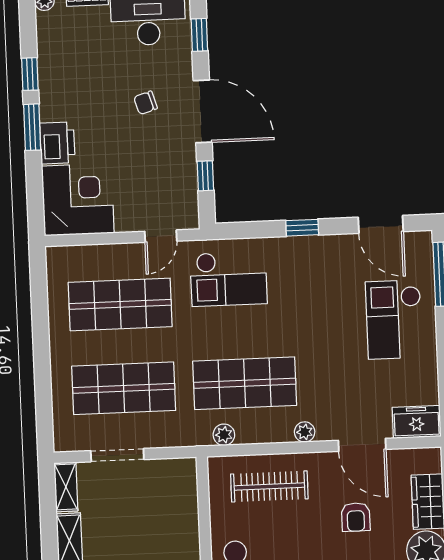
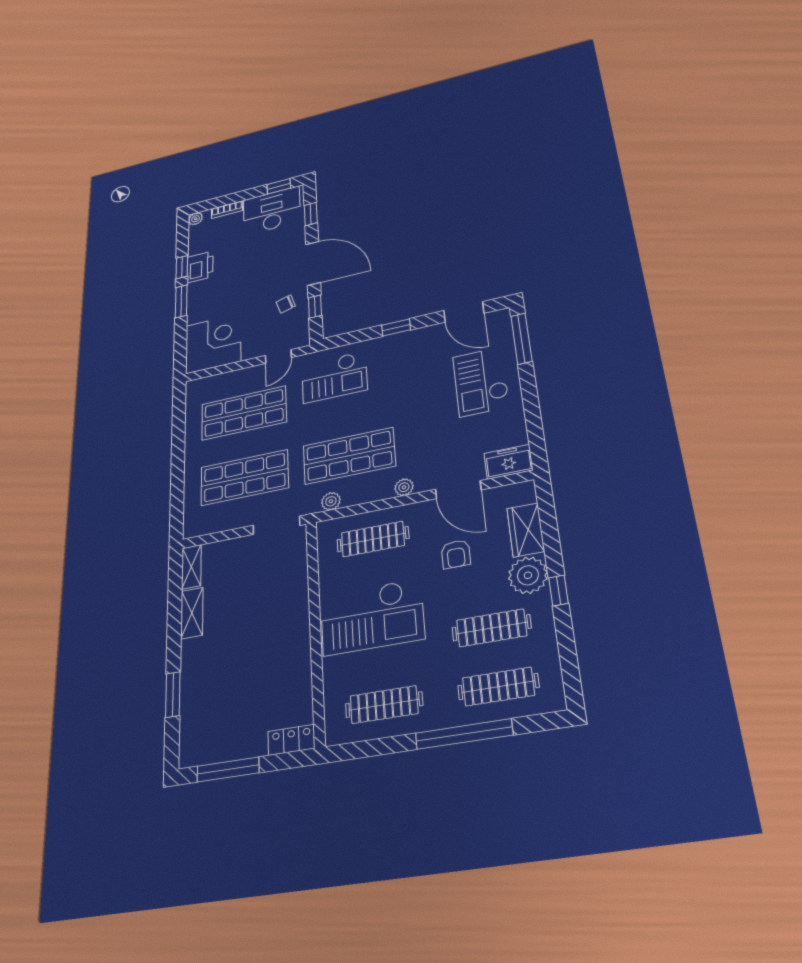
chair: (146, 103) -> (286, 304), moved
printer: (57, 143) -> (200, 267), moved
doorway: (117, 455) -> (276, 525), moved

